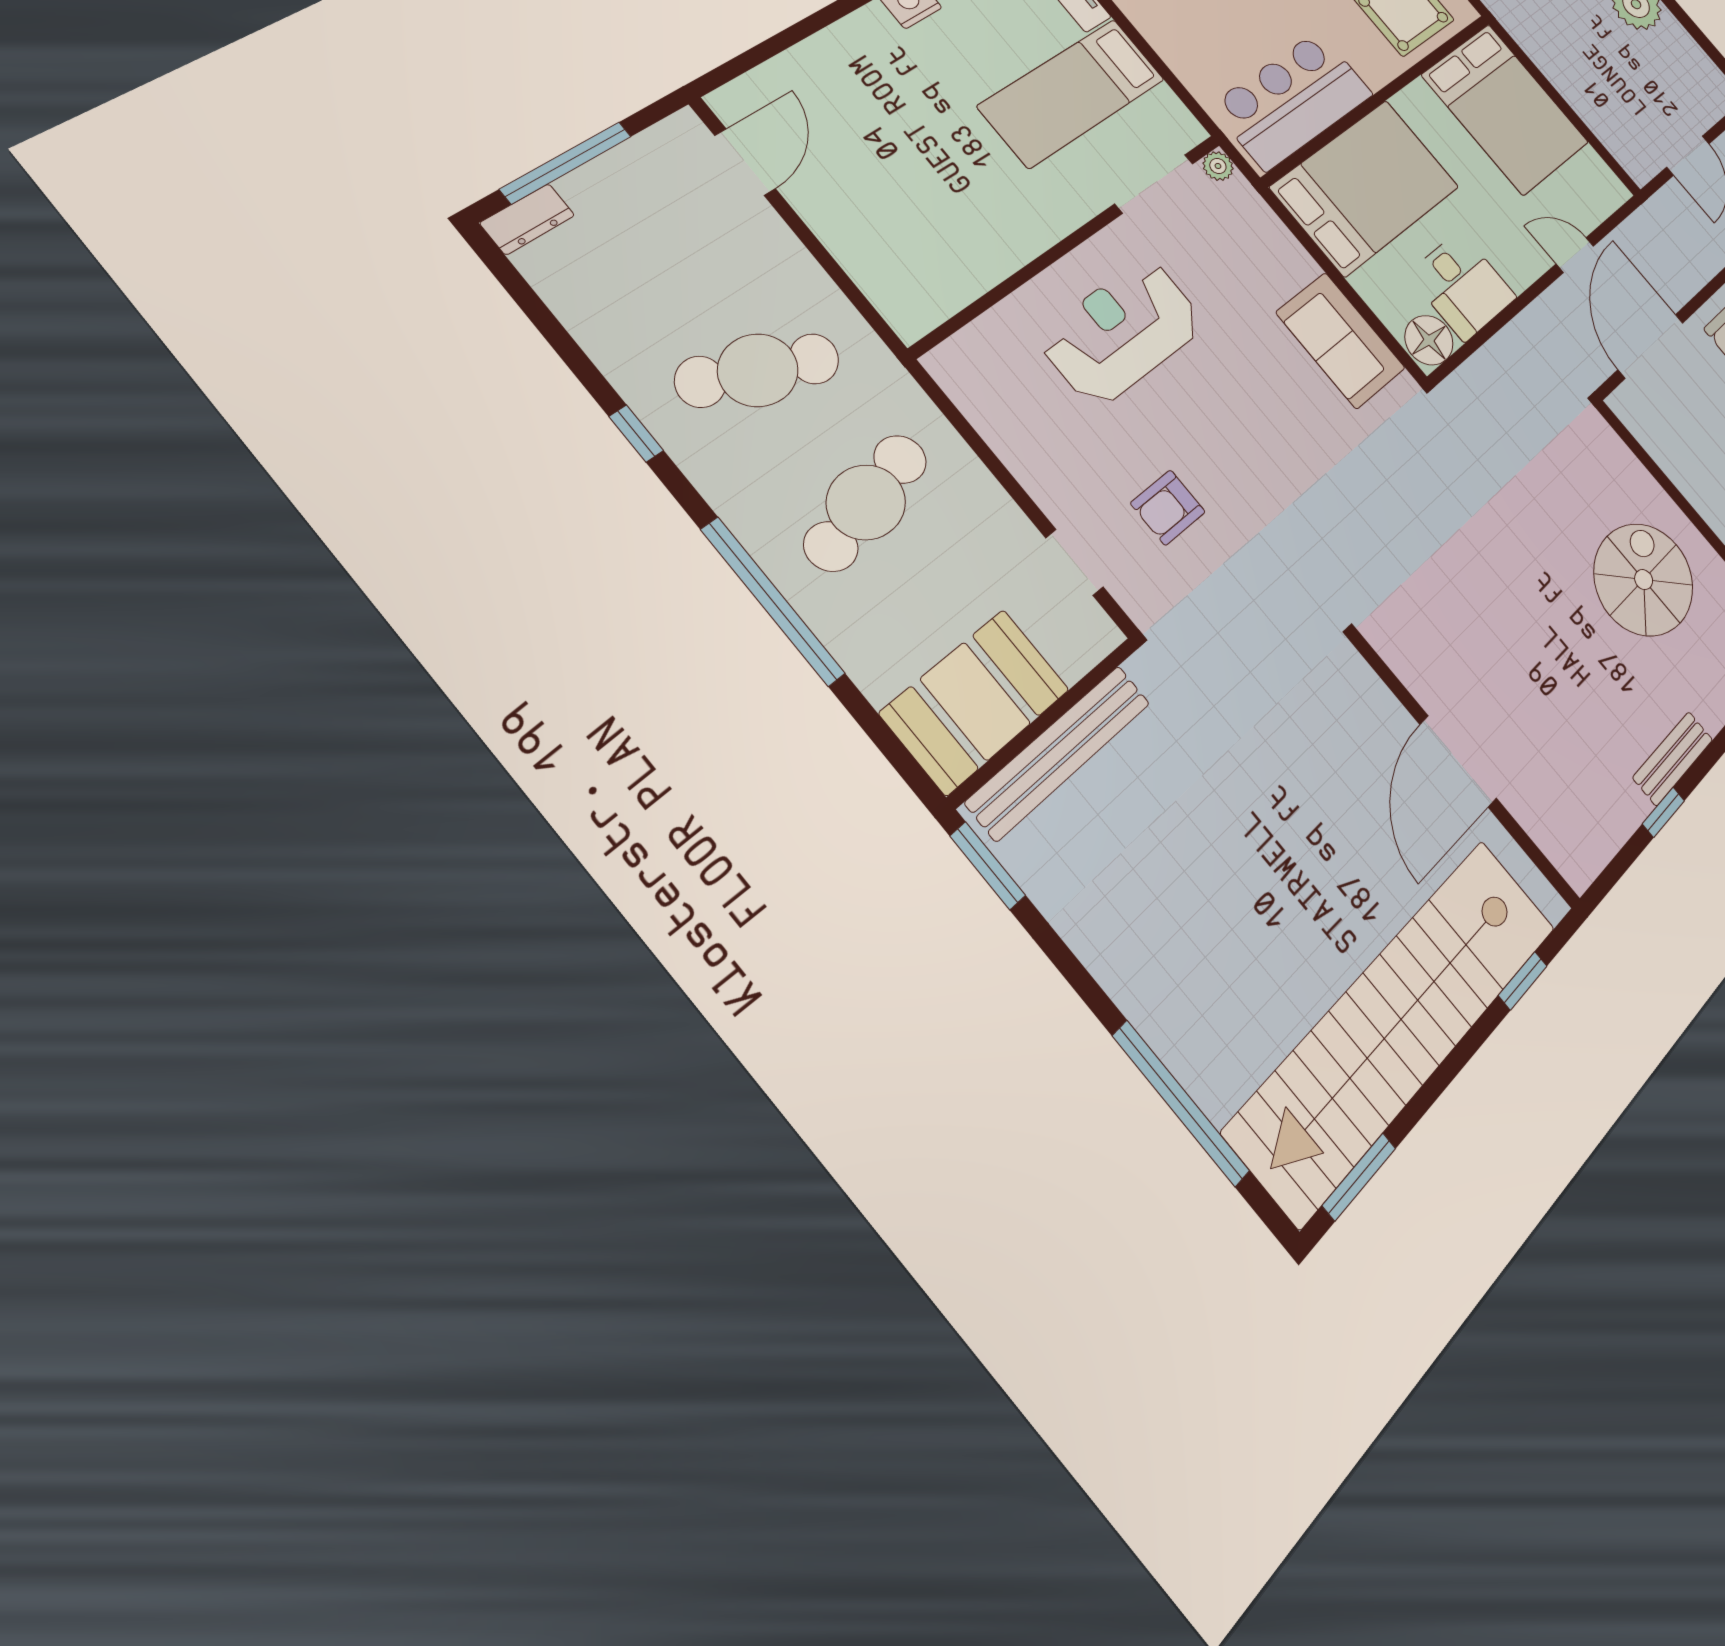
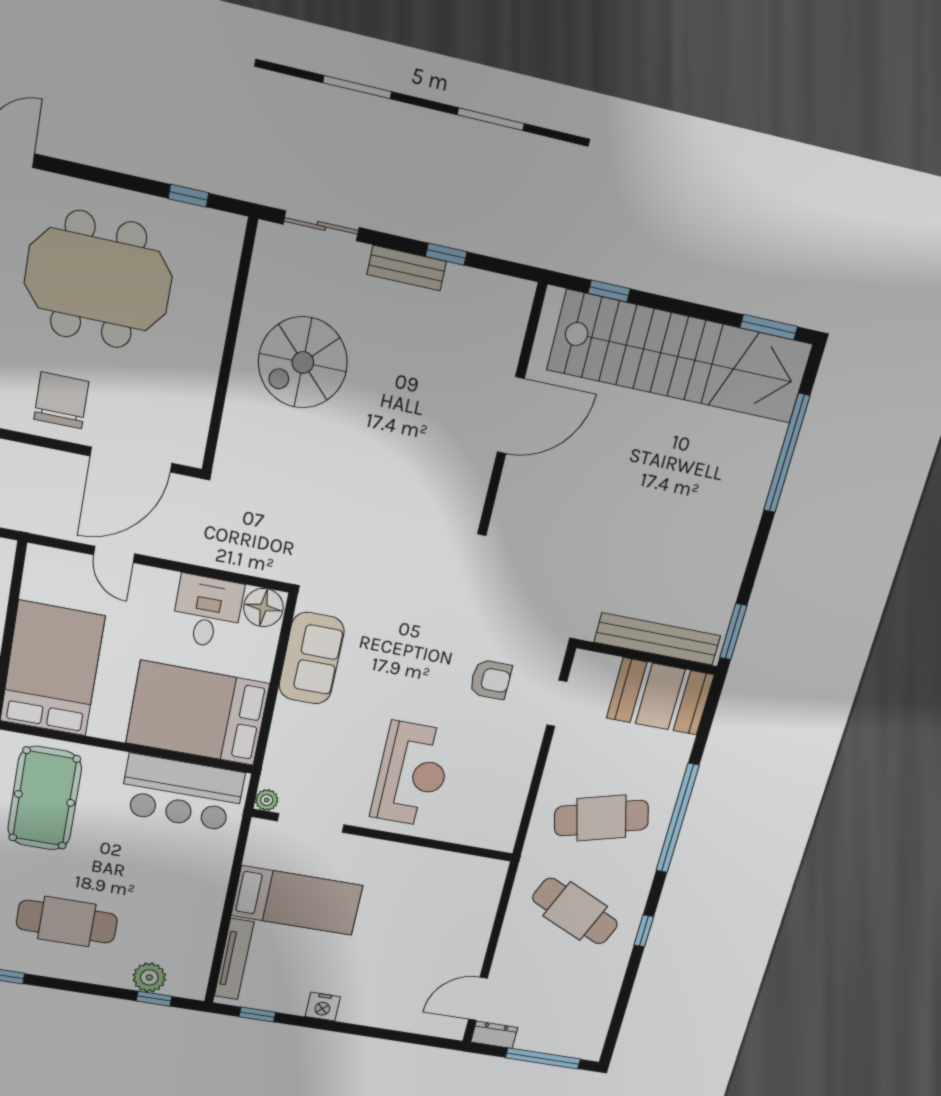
dresser: (527, 219) -> (494, 1035), moved
reception desk: (1122, 331) -> (412, 774), turned -90

